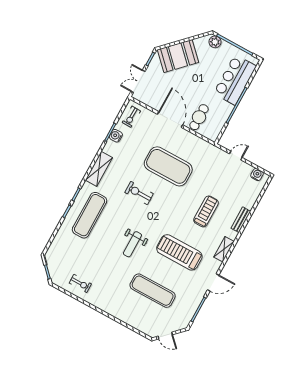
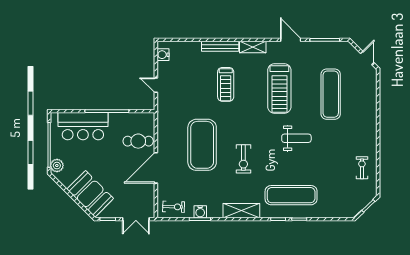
treadmill: (206, 211) -> (226, 84), turned -90
bench: (241, 220) -> (220, 46), width x1.36

